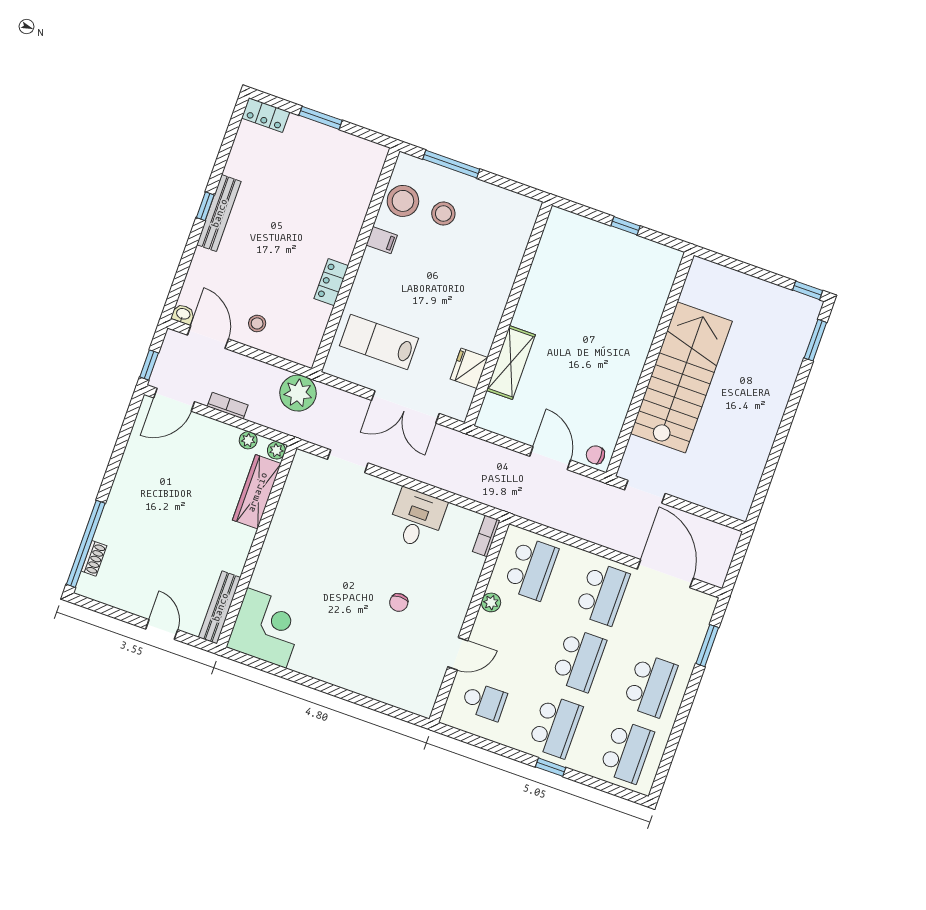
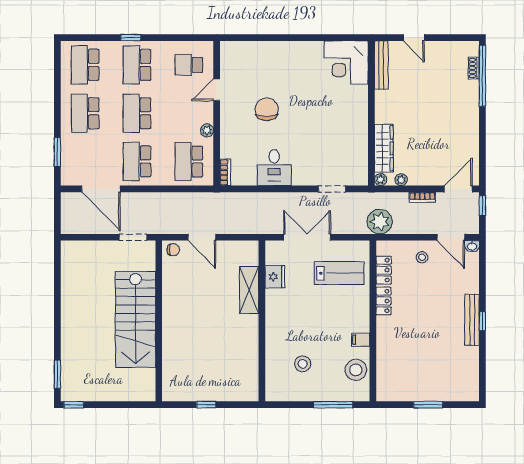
locker: (266, 115) -> (384, 270), moved, turned 90
stool: (443, 214) -> (303, 364), moved
chair: (399, 602) -> (267, 109), width x1.87, depth x1.87

